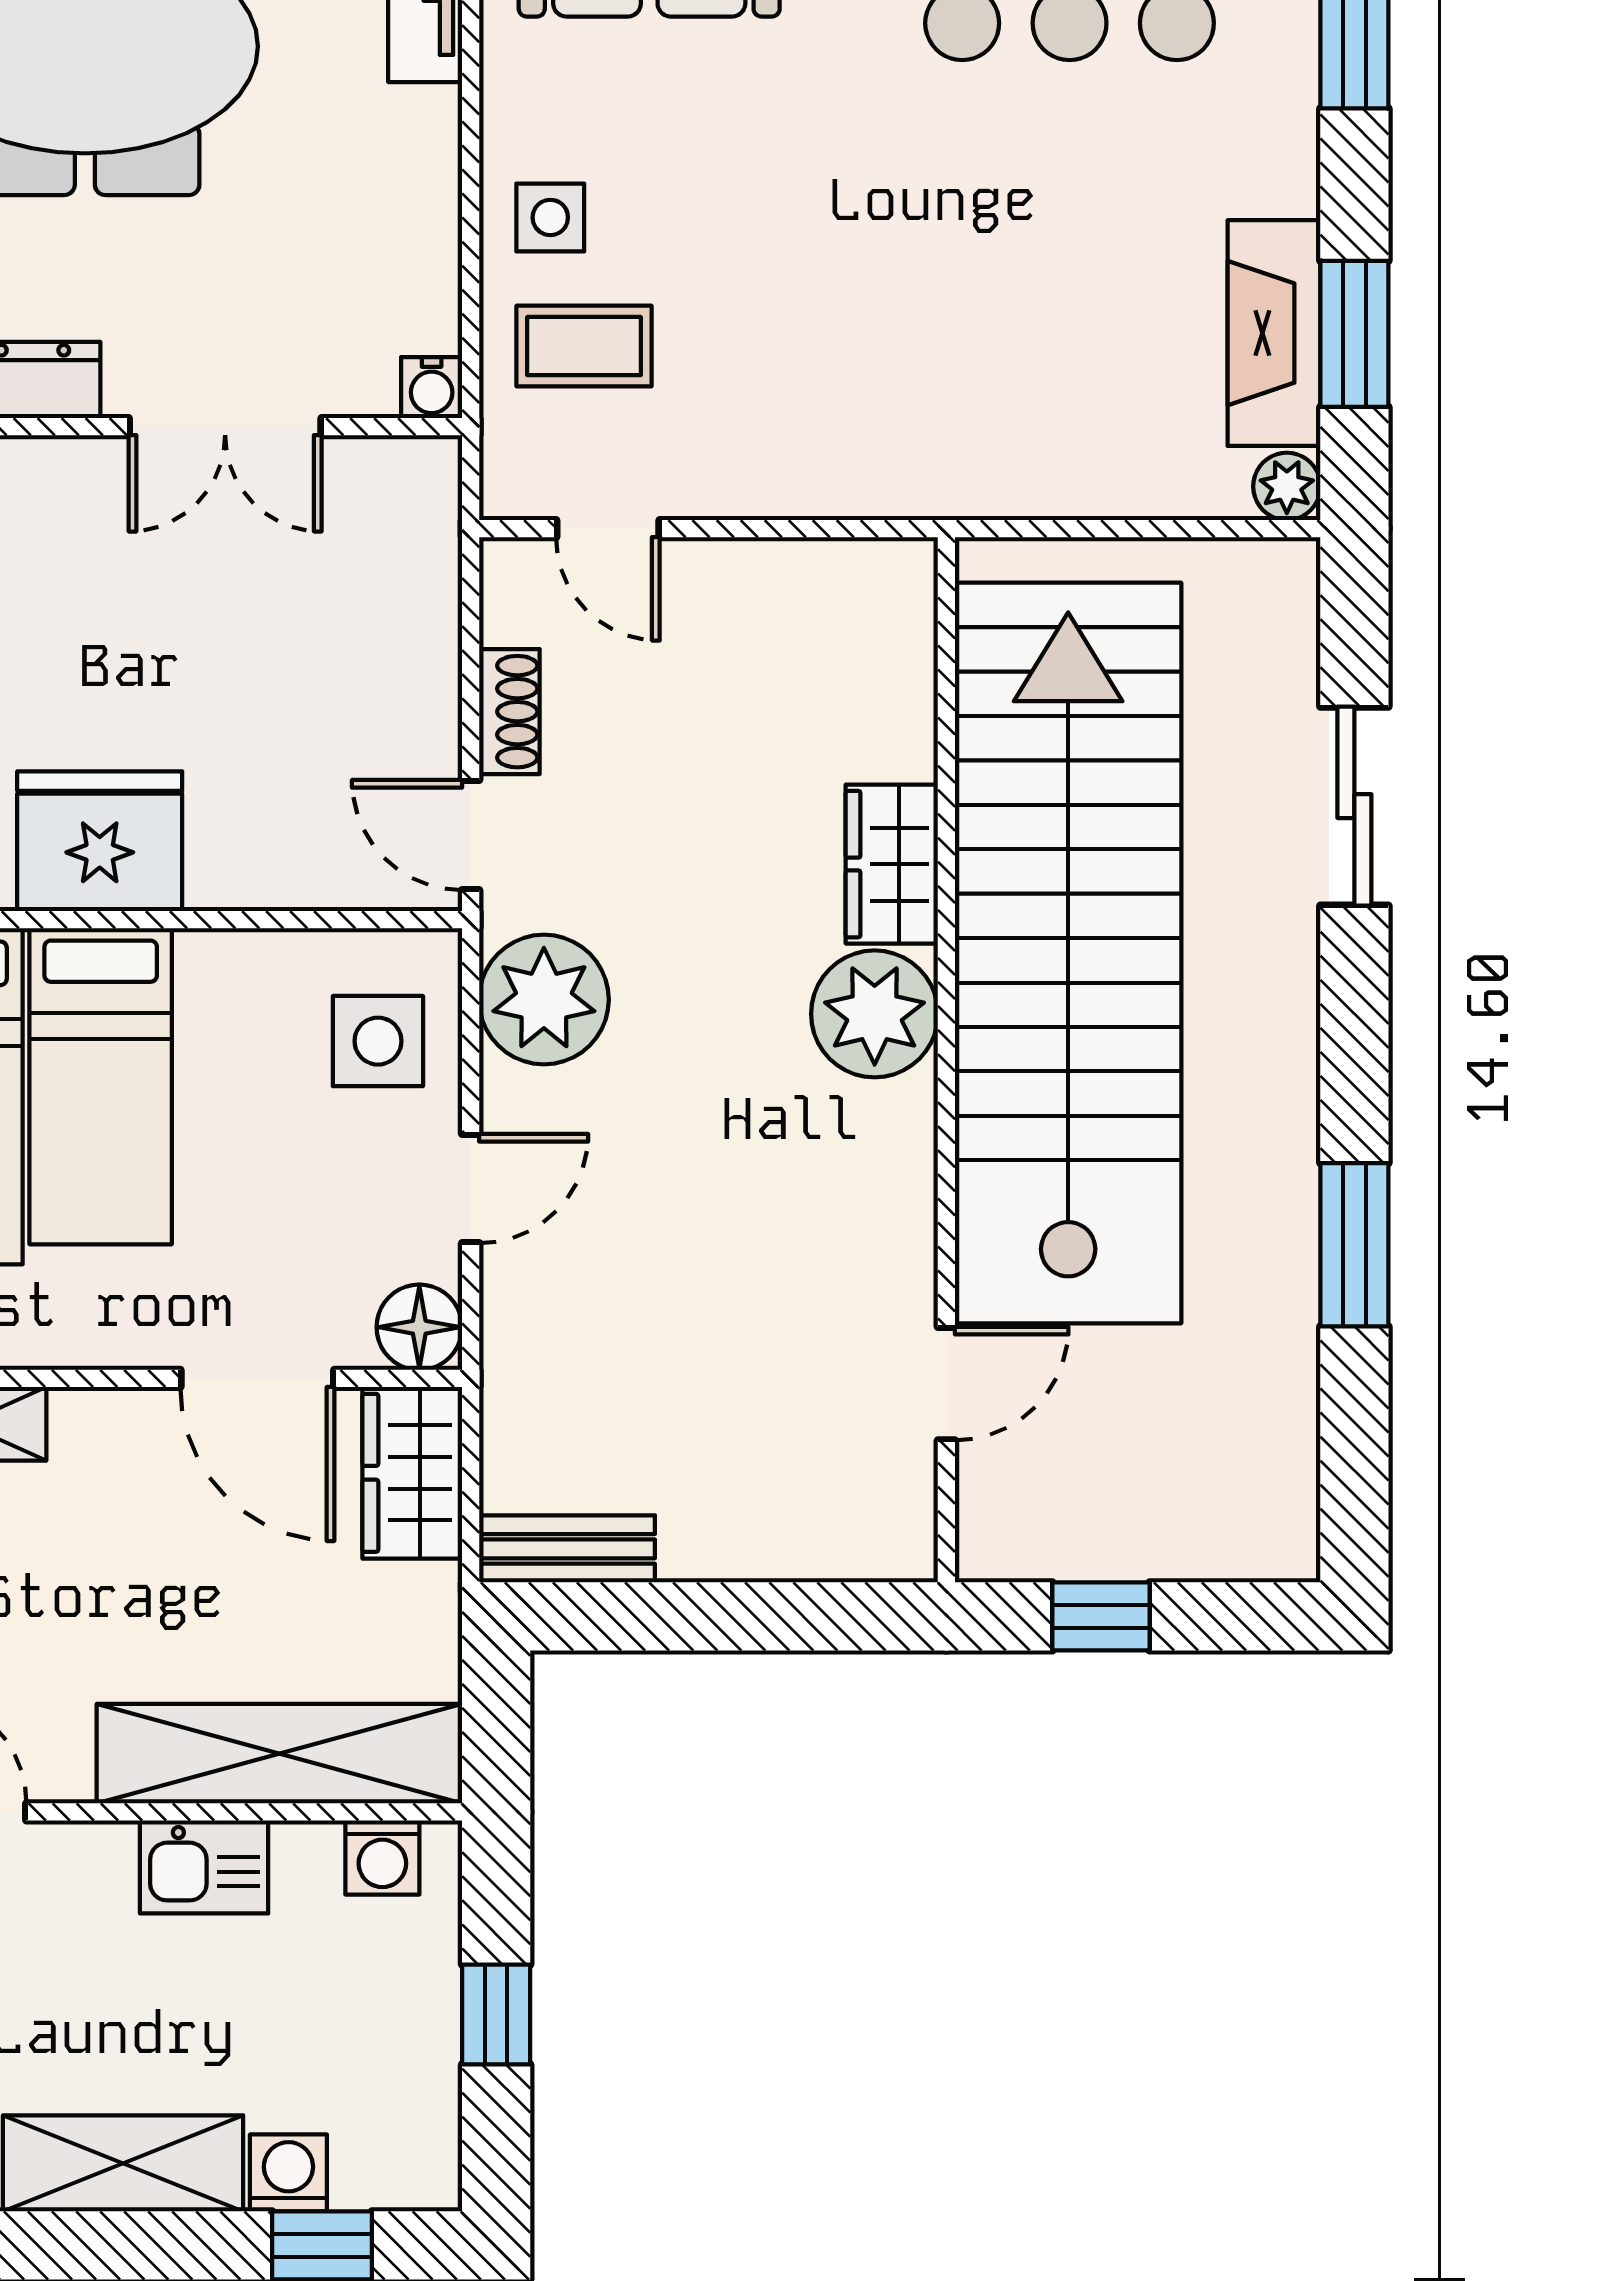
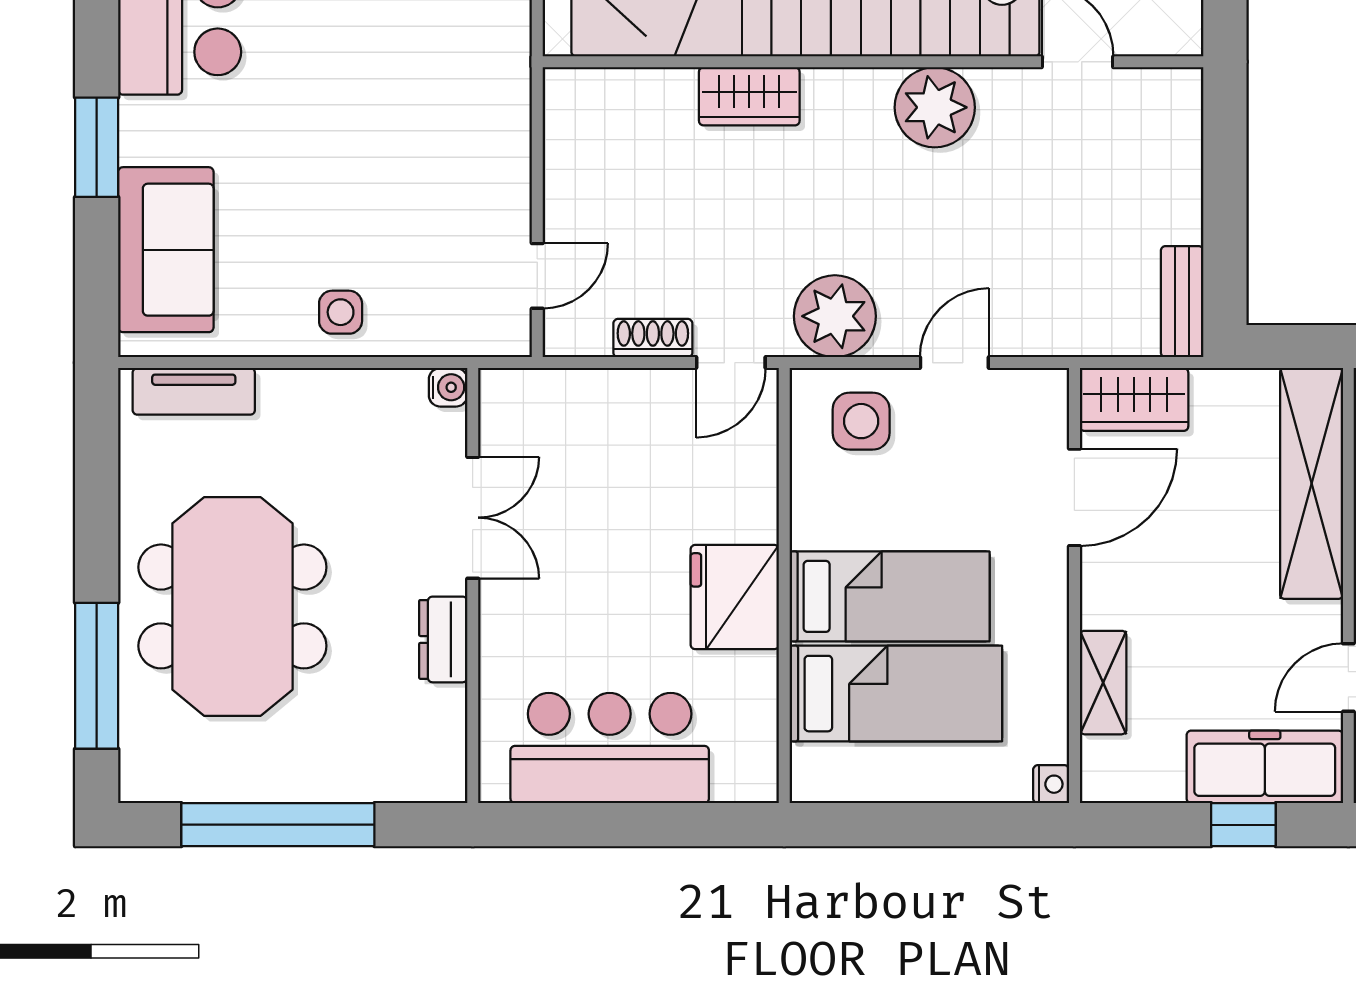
coffee table: (584, 346) -> (422, 291), removed
plant: (875, 1014) -> (935, 107), moved
door: (471, 1189) -> (954, 363), hinge flipped
floor lamp: (419, 1327) -> (1042, 395), removed

